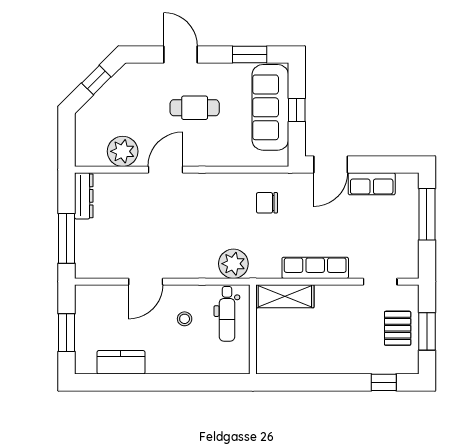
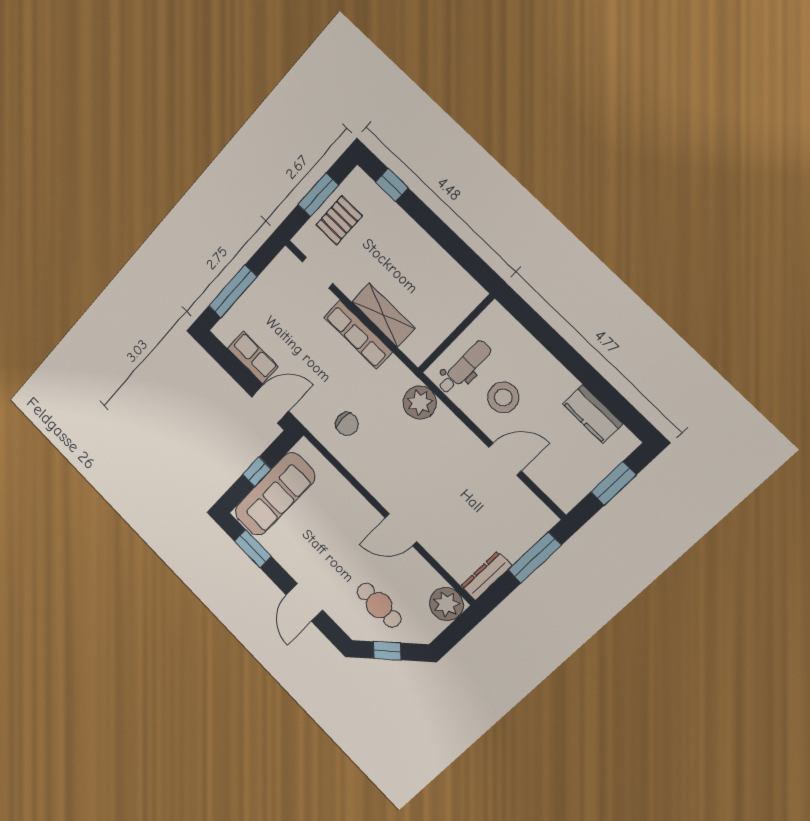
cafe table: (195, 108) -> (379, 605), moved
plant: (123, 151) -> (446, 604), moved
shelving: (285, 296) -> (383, 315), moved
stool: (185, 319) -> (503, 397), width x1.89, depth x1.89

